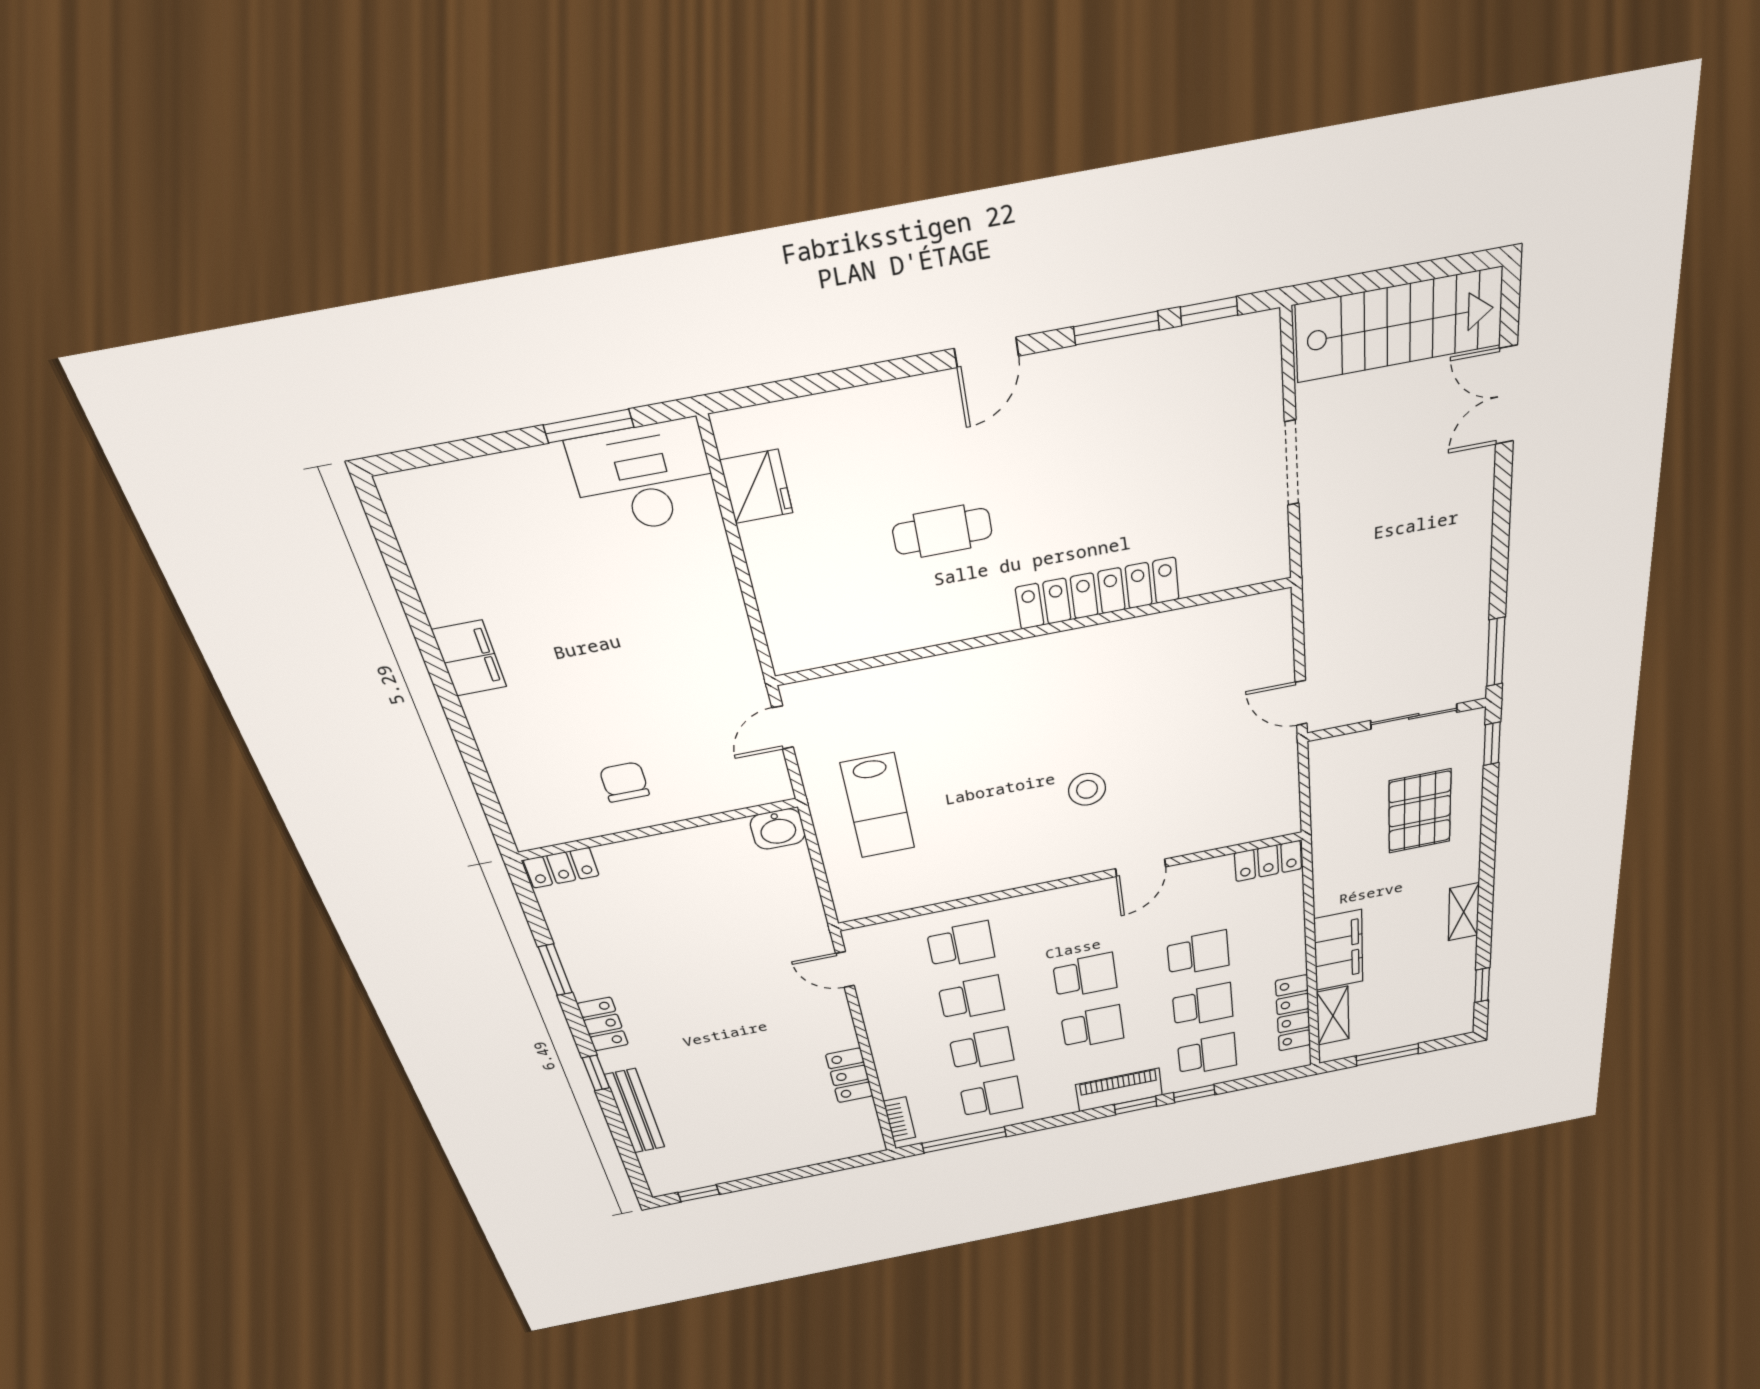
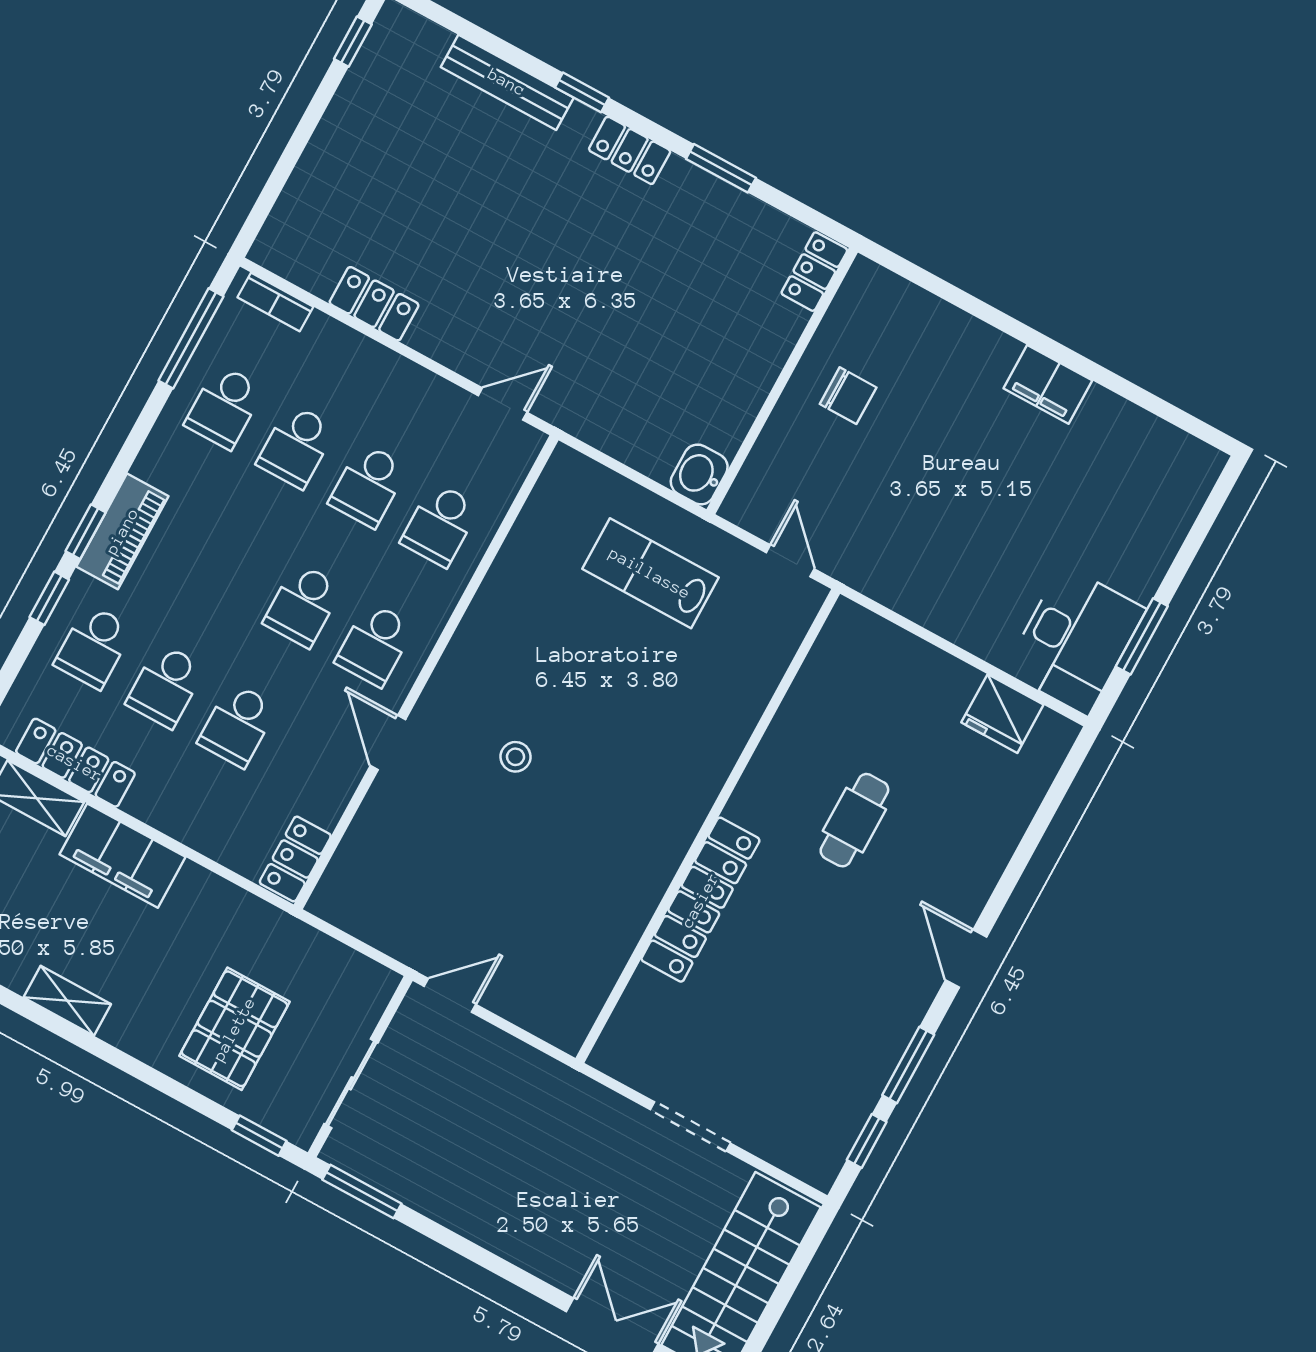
stool: (1087, 789) -> (516, 757), width x0.73, depth x0.73
pallet: (1420, 811) -> (234, 1029), turned 90
school desk: (1093, 1027) -> (375, 644), moved

